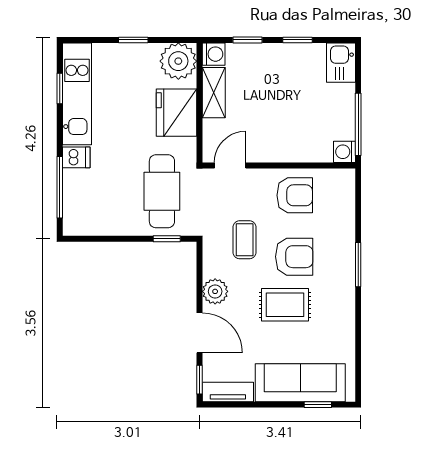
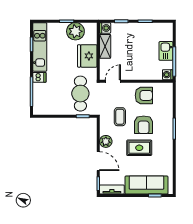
plant: (178, 61) -> (75, 31), moved
kitchen sink: (341, 63) -> (166, 51), moved
armchair: (294, 257) -> (144, 125), turned 90

